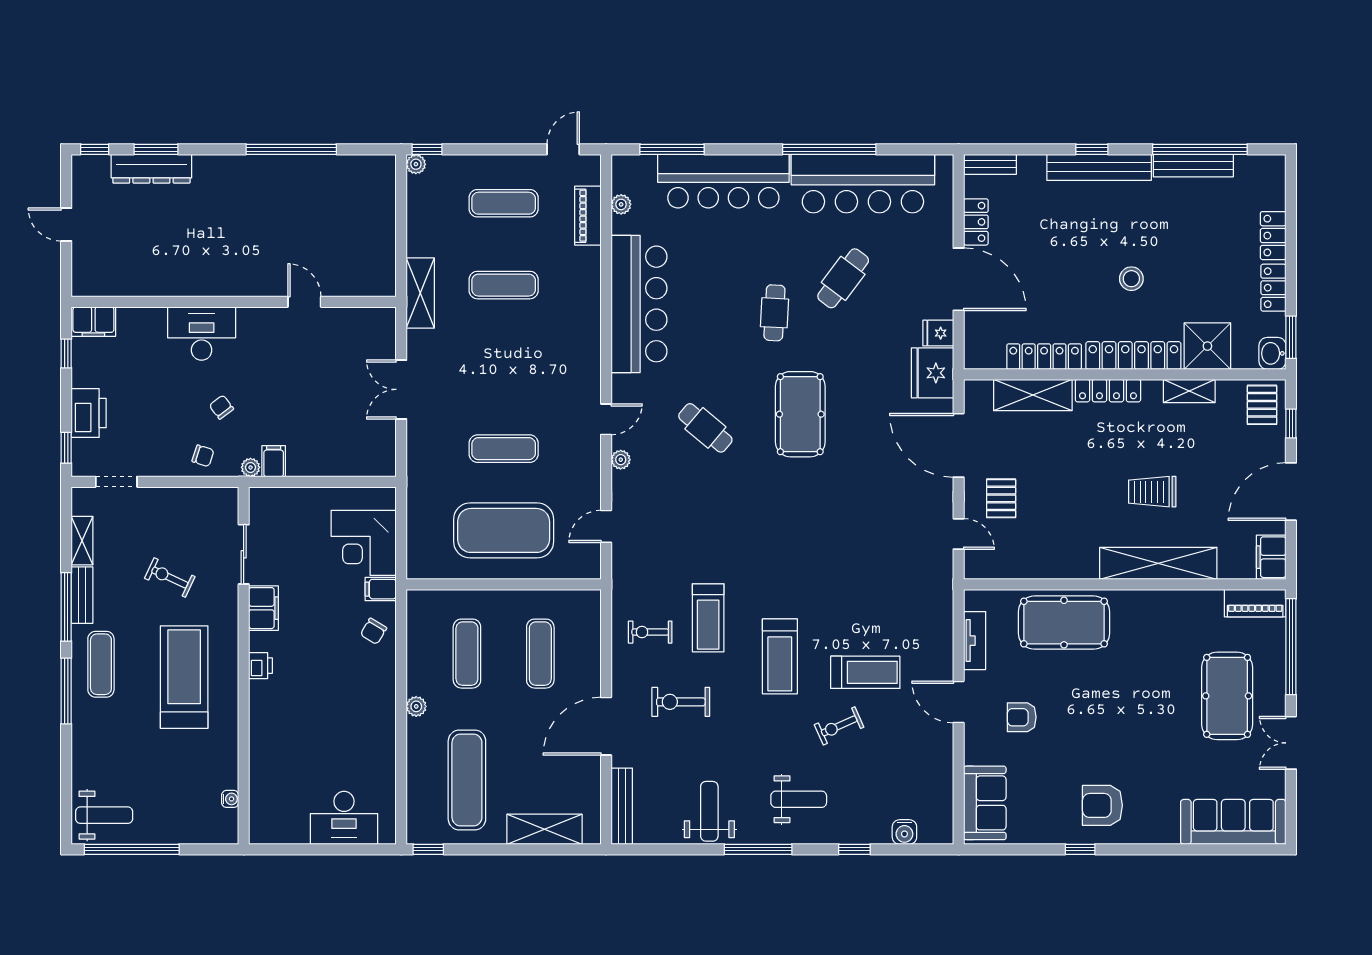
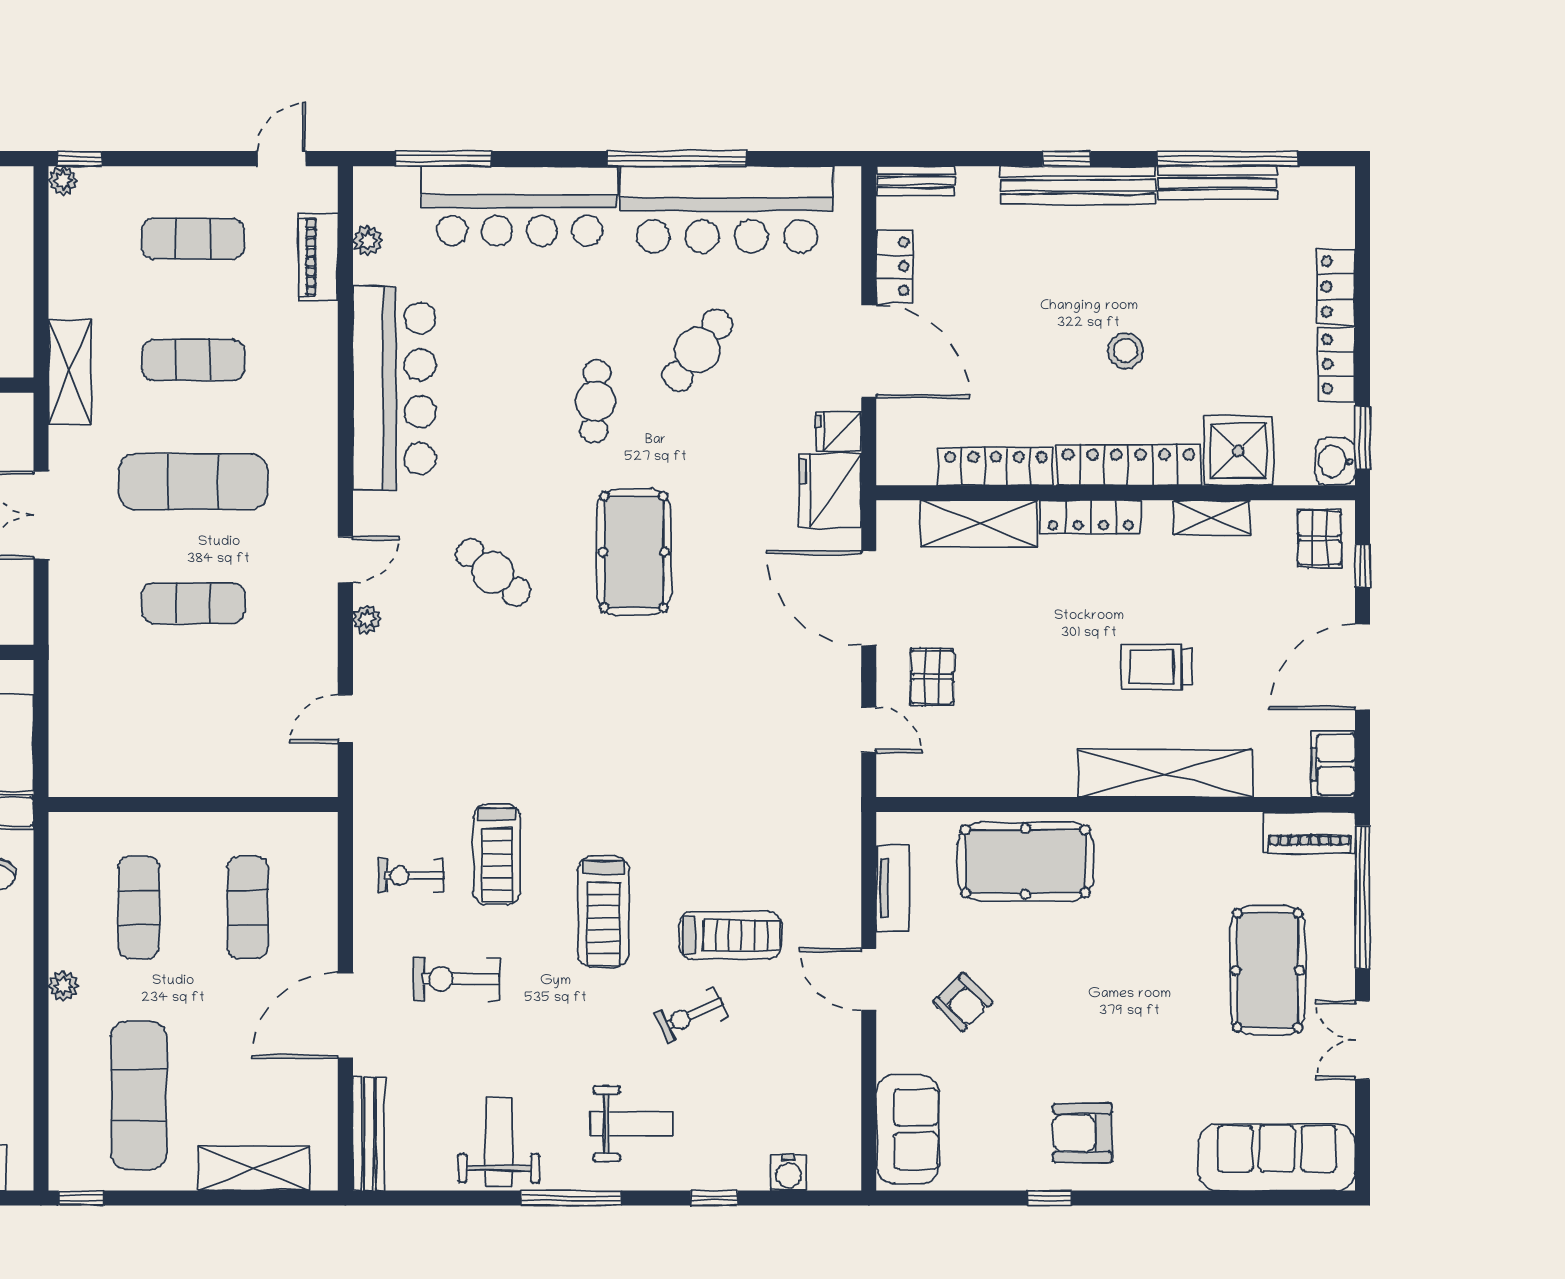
exercise mat: (504, 530) -> (193, 482), moved, width x0.68
armchair: (1022, 717) -> (963, 1002), turned -134

